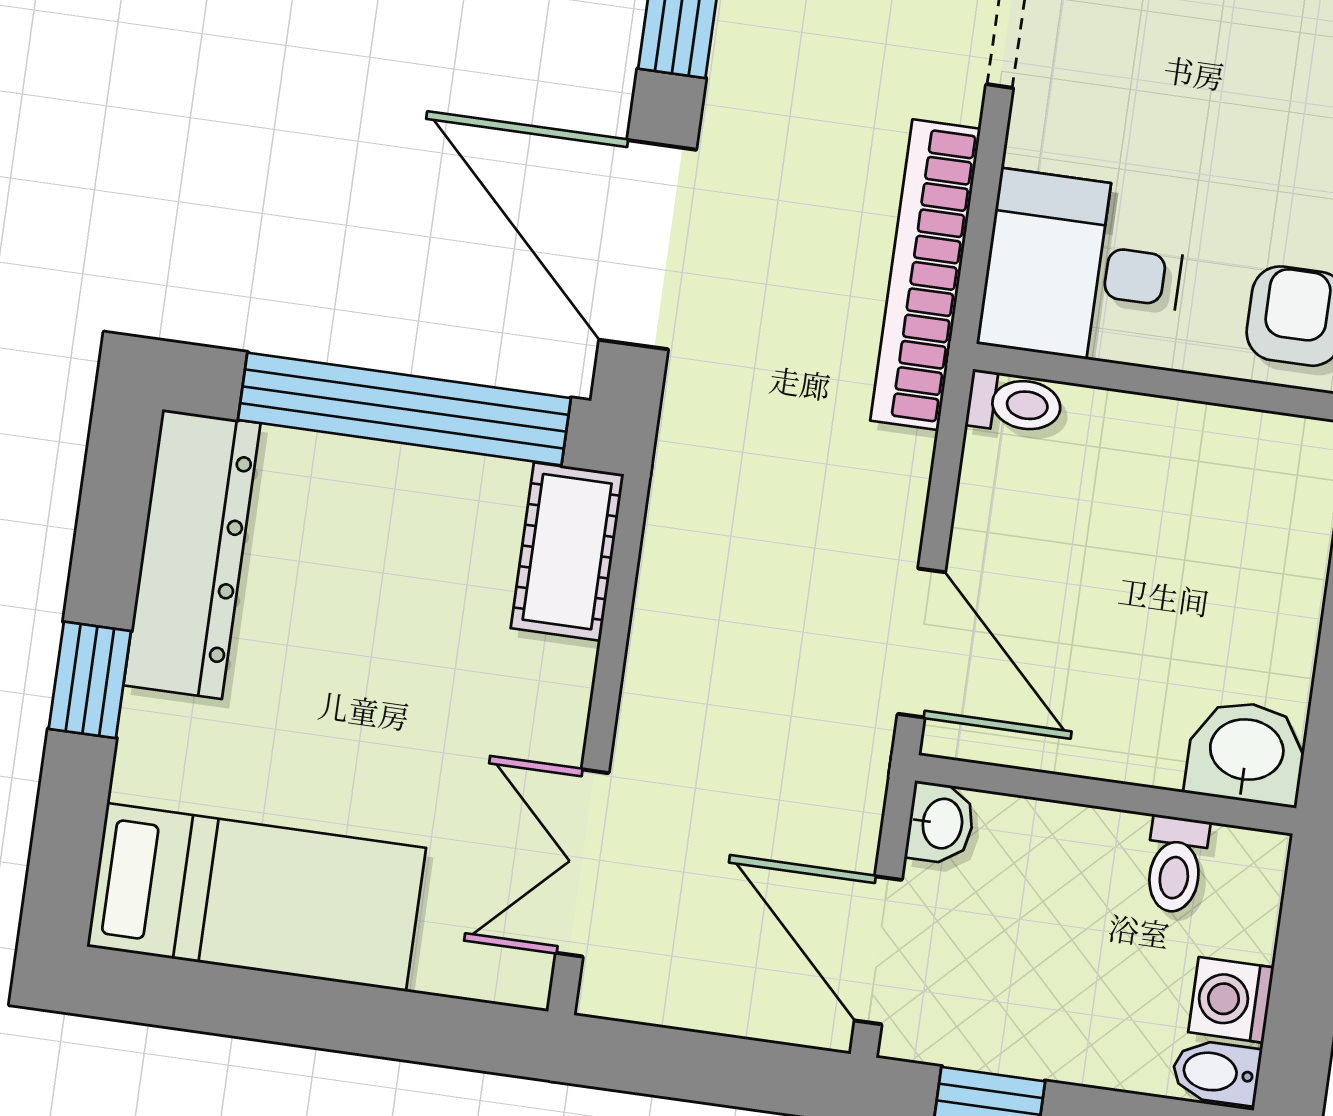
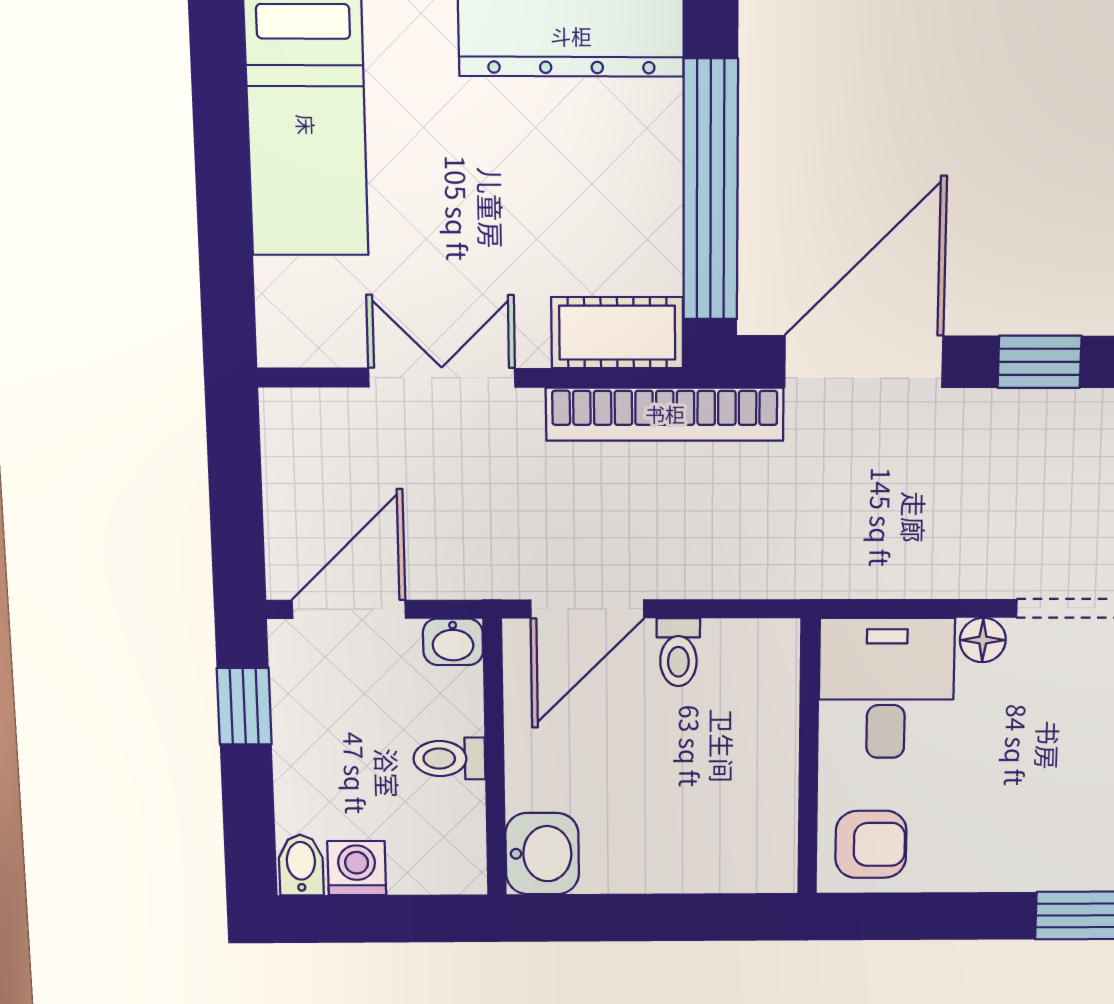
floor lamp: (1036, 135) -> (983, 640), added
bookcase: (925, 275) -> (665, 414), moved, turned 180
toilet: (1014, 403) -> (678, 652), moved
double door: (582, 863) -> (442, 378), moved
toilet: (1176, 865) -> (449, 758), moved

